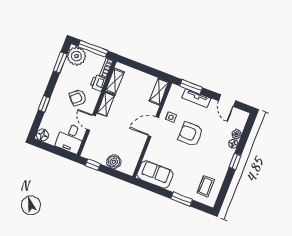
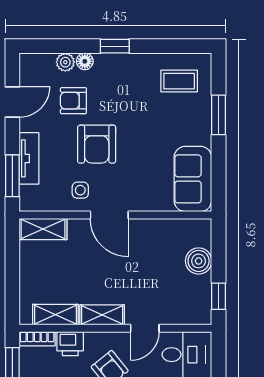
armchair: (216, 131) -> (73, 101), added

